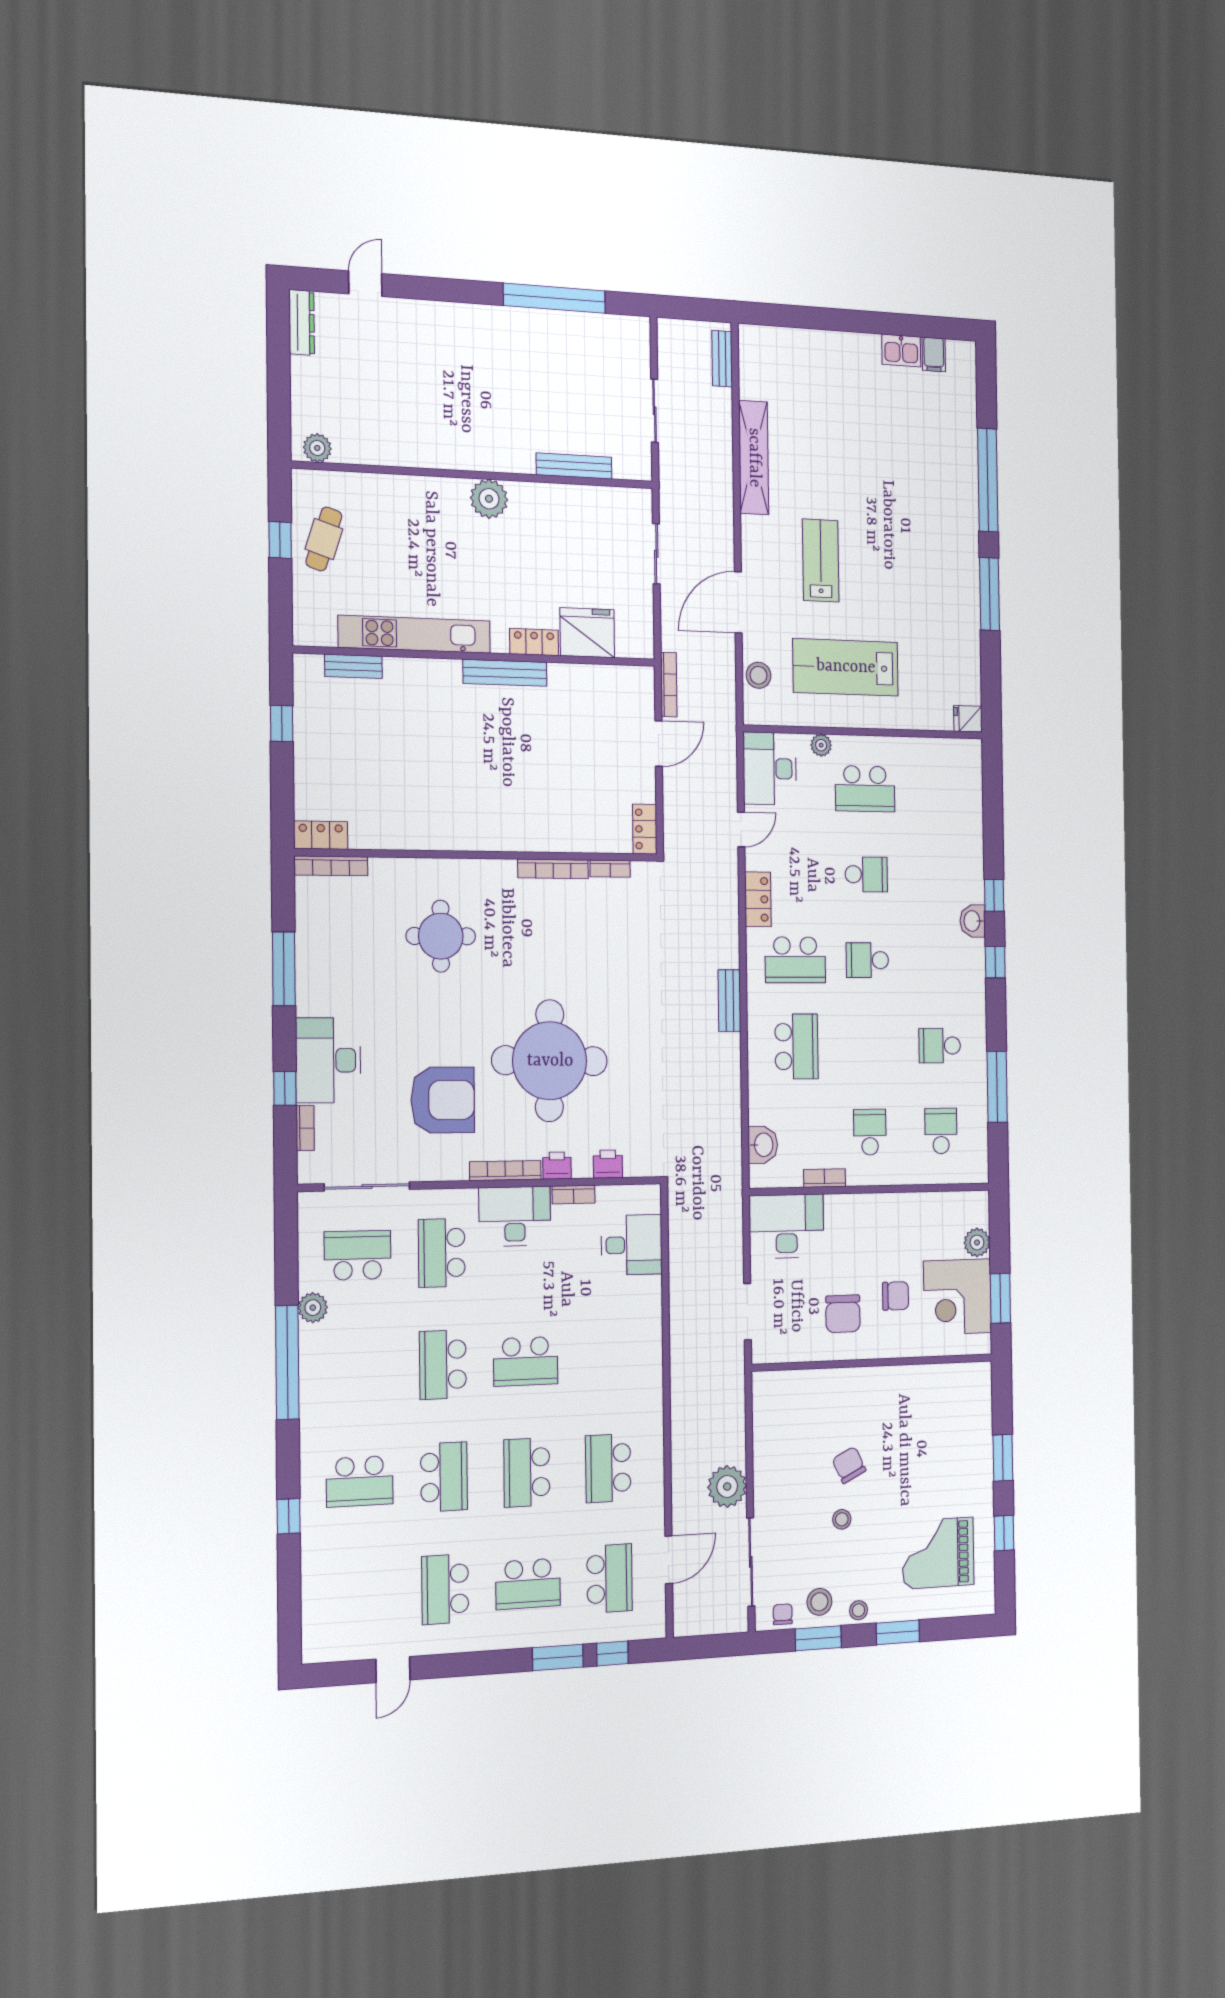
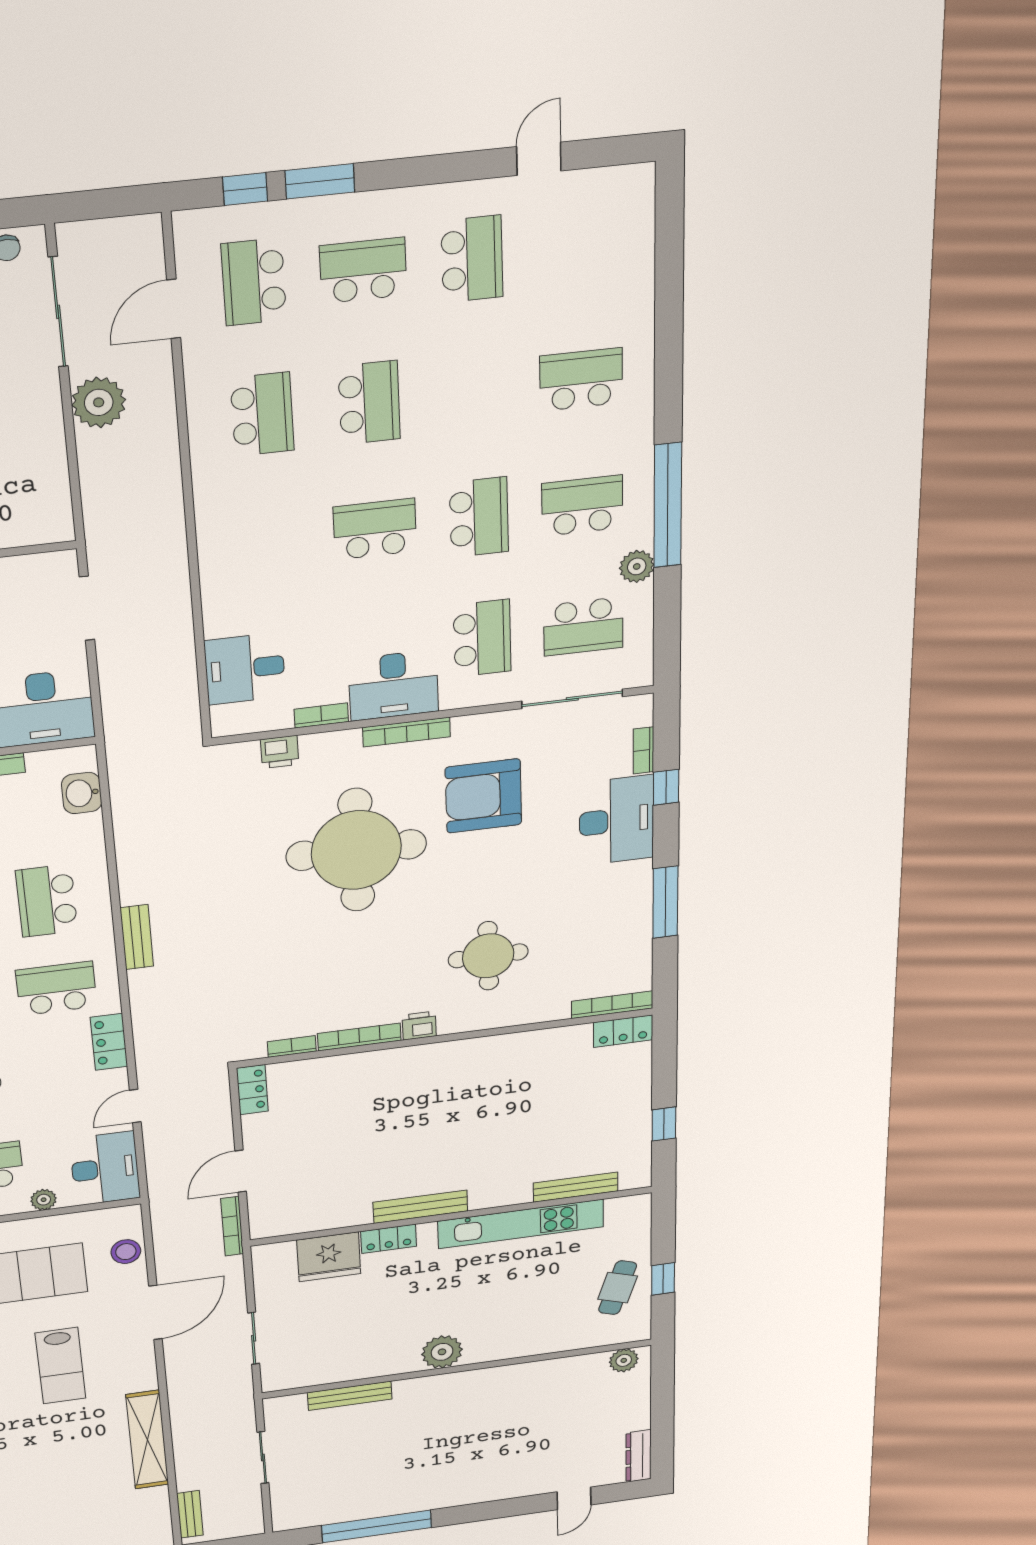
bench: (353, 666) -> (576, 1187), width x1.36
printer: (557, 1166) -> (419, 1026), moved, turned 180
school desk: (444, 1477) -> (582, 506), moved, turned 90
window: (289, 1516) -> (669, 335), removed

